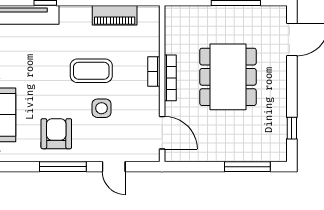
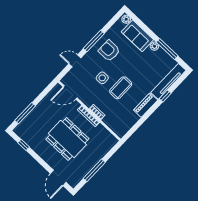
piano: (115, 15) -> (146, 105), moved
armchair: (56, 134) -> (109, 51), turned 180

